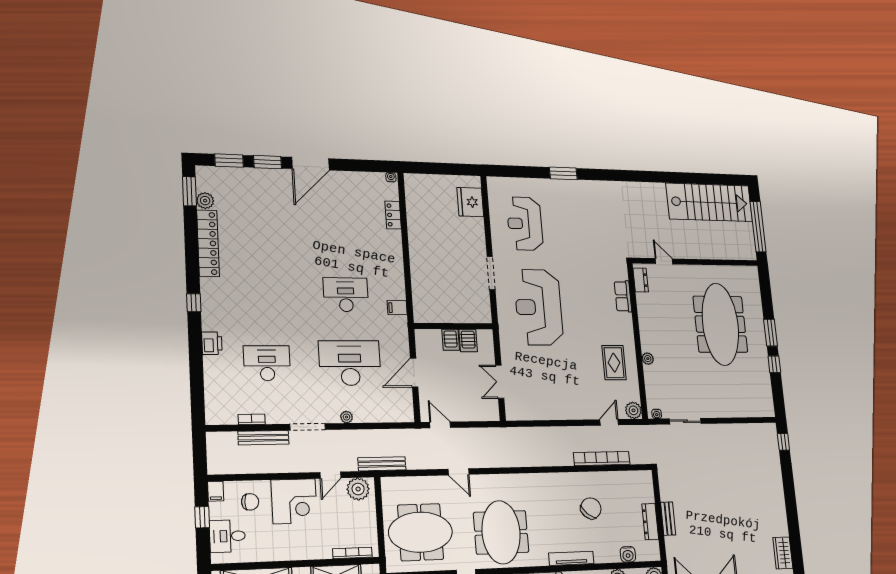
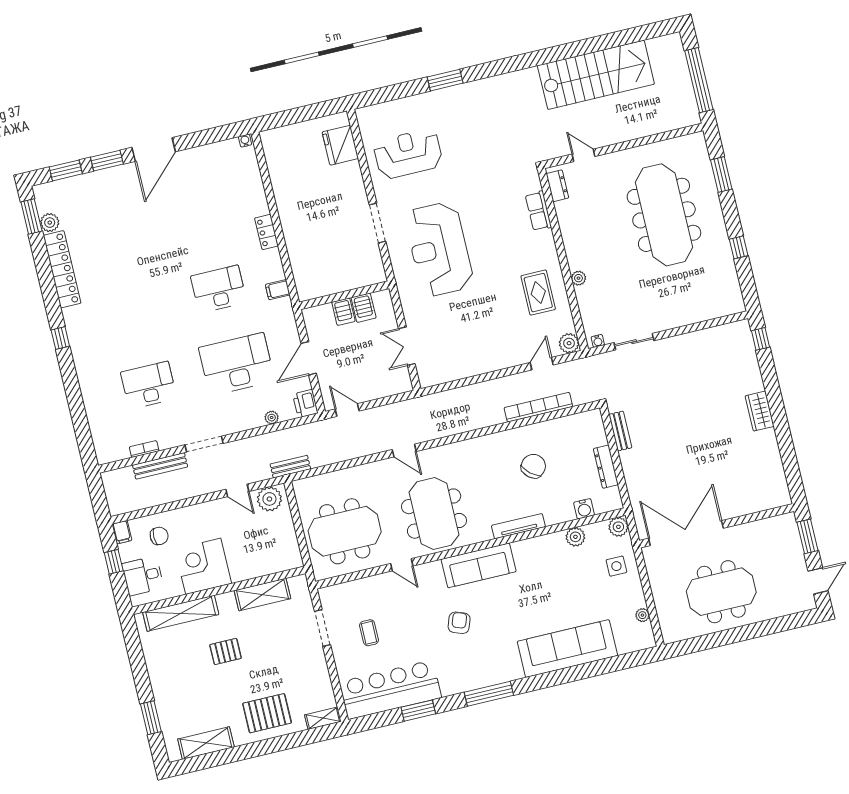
stairs: (709, 202) -> (596, 75), moved
locker: (393, 215) -> (266, 232), moved
reception desk: (525, 224) -> (408, 154), turned 90
window: (771, 333) -> (721, 174), moved
printer: (212, 343) -> (305, 404), moved, turned 180
plant: (347, 417) -> (272, 418), moved
bench: (382, 464) -> (290, 467), width x0.73
door: (458, 472) -> (404, 451), moved
door: (330, 475) -> (237, 490), hinge flipped
corner desk: (294, 501) -> (203, 566), moved, turned 180
bench: (668, 519) -> (620, 431), moved
bookcase: (352, 553) -> (275, 568), removed
wardrobe: (783, 553) -> (760, 411), moved

